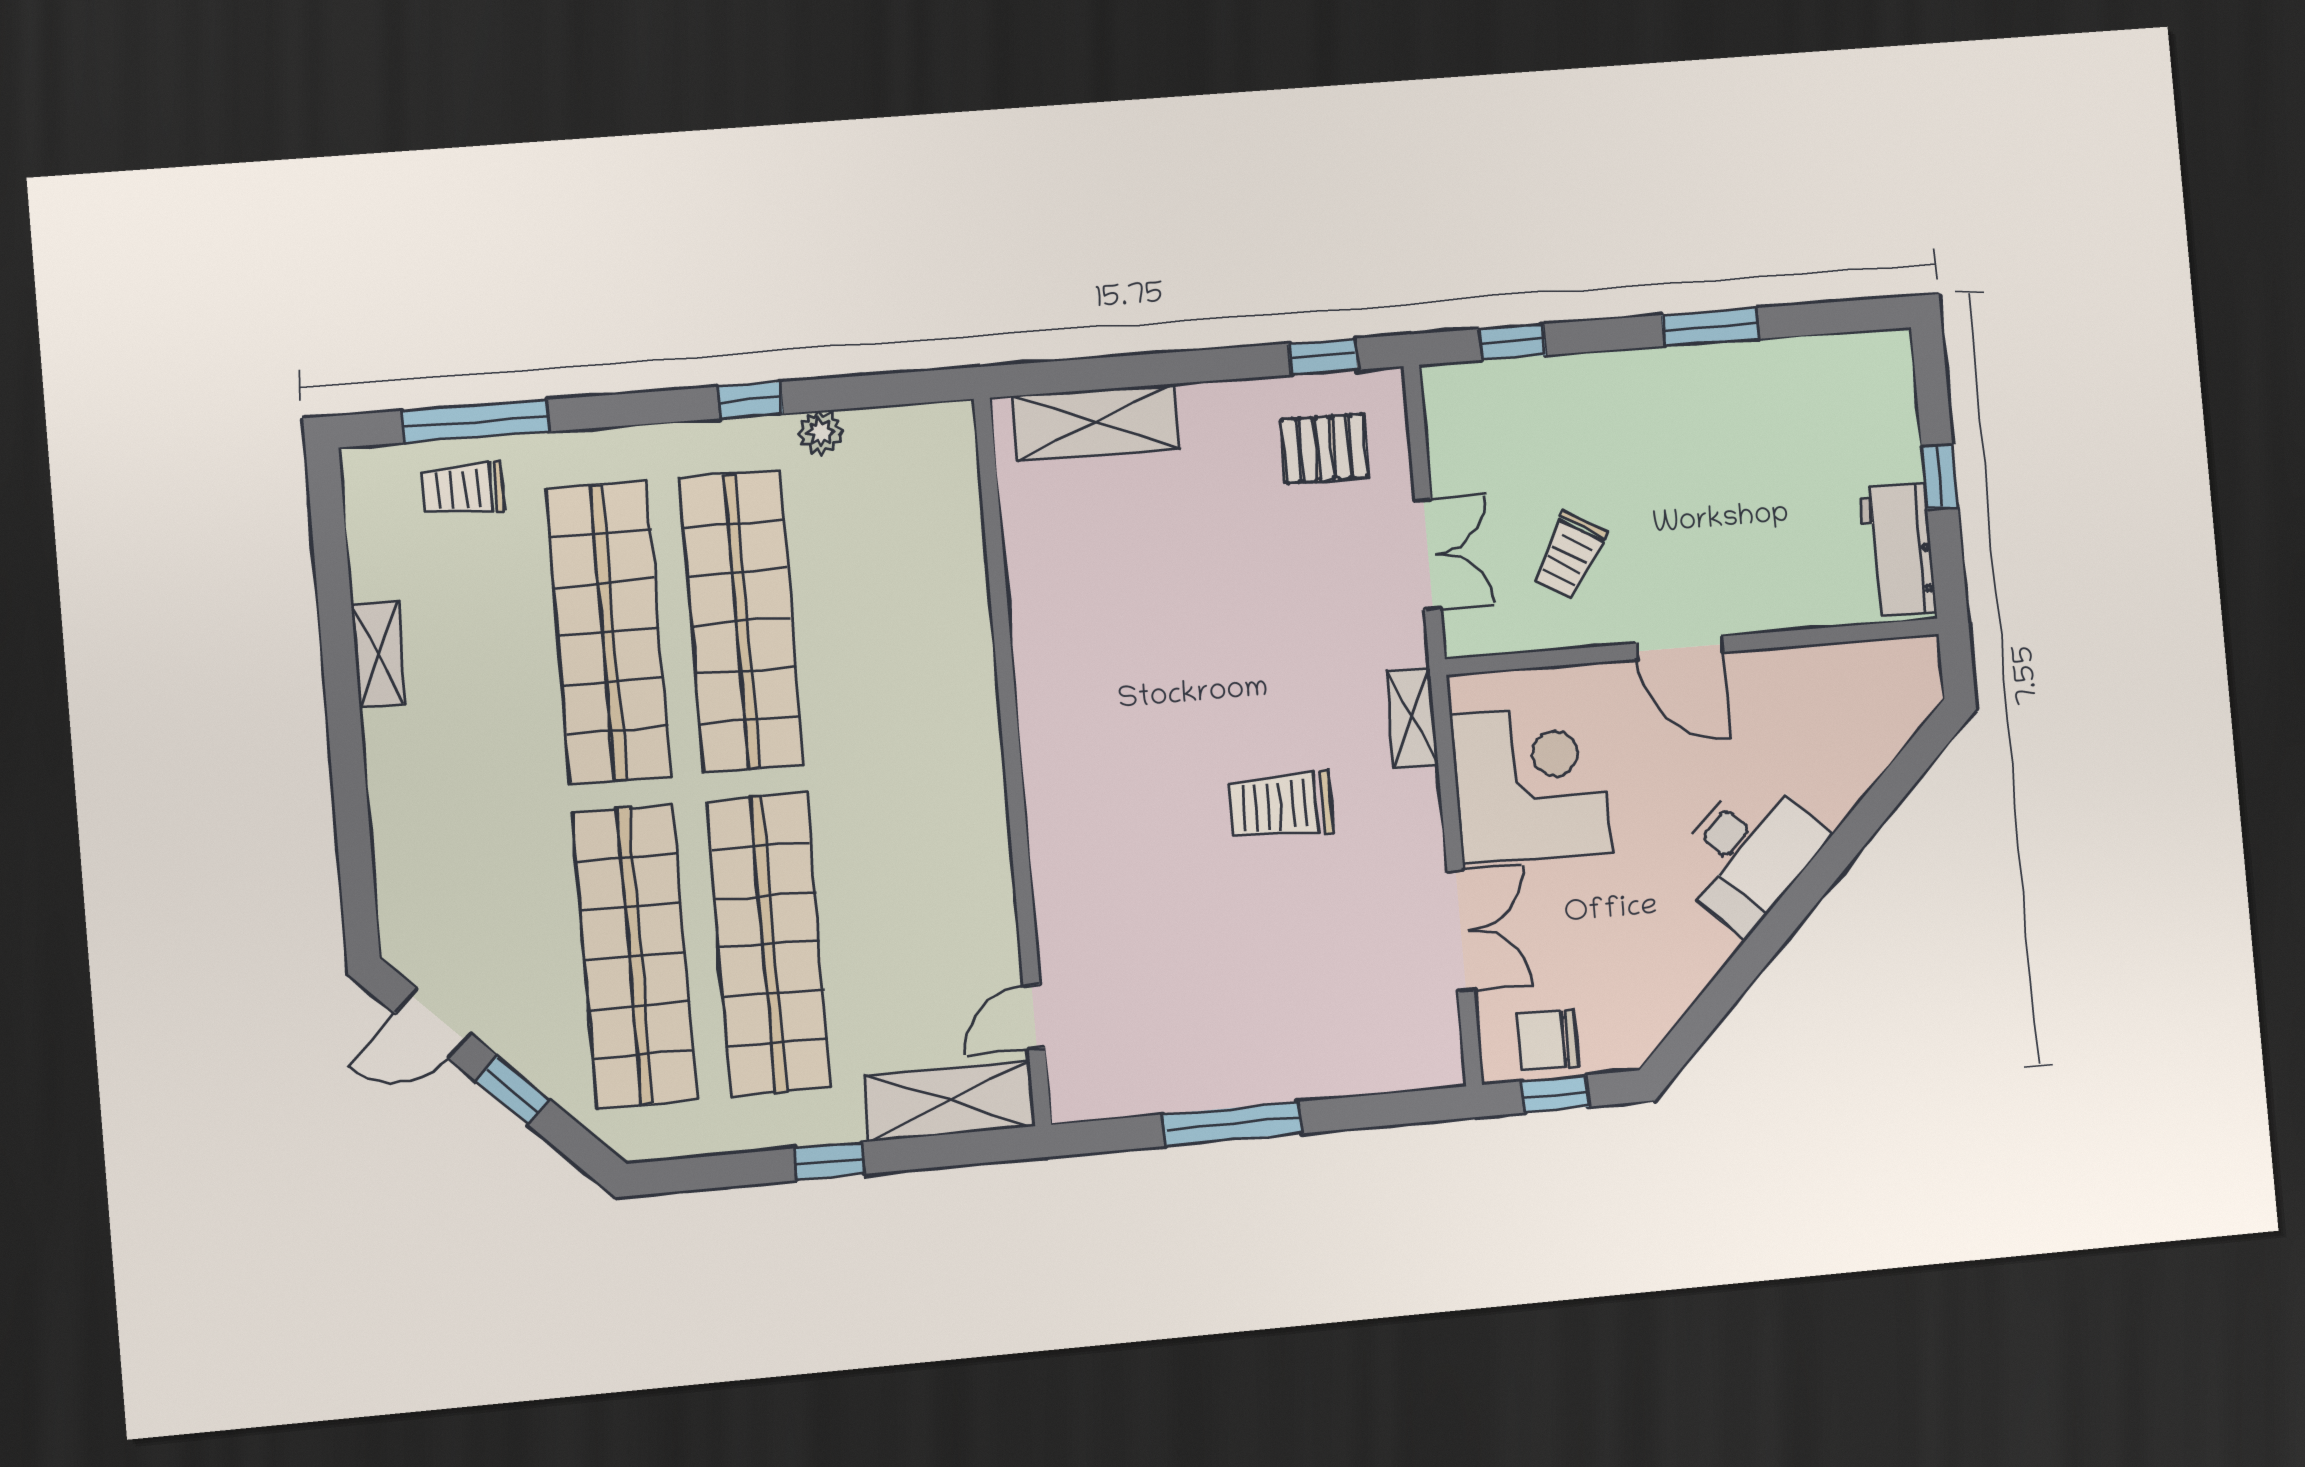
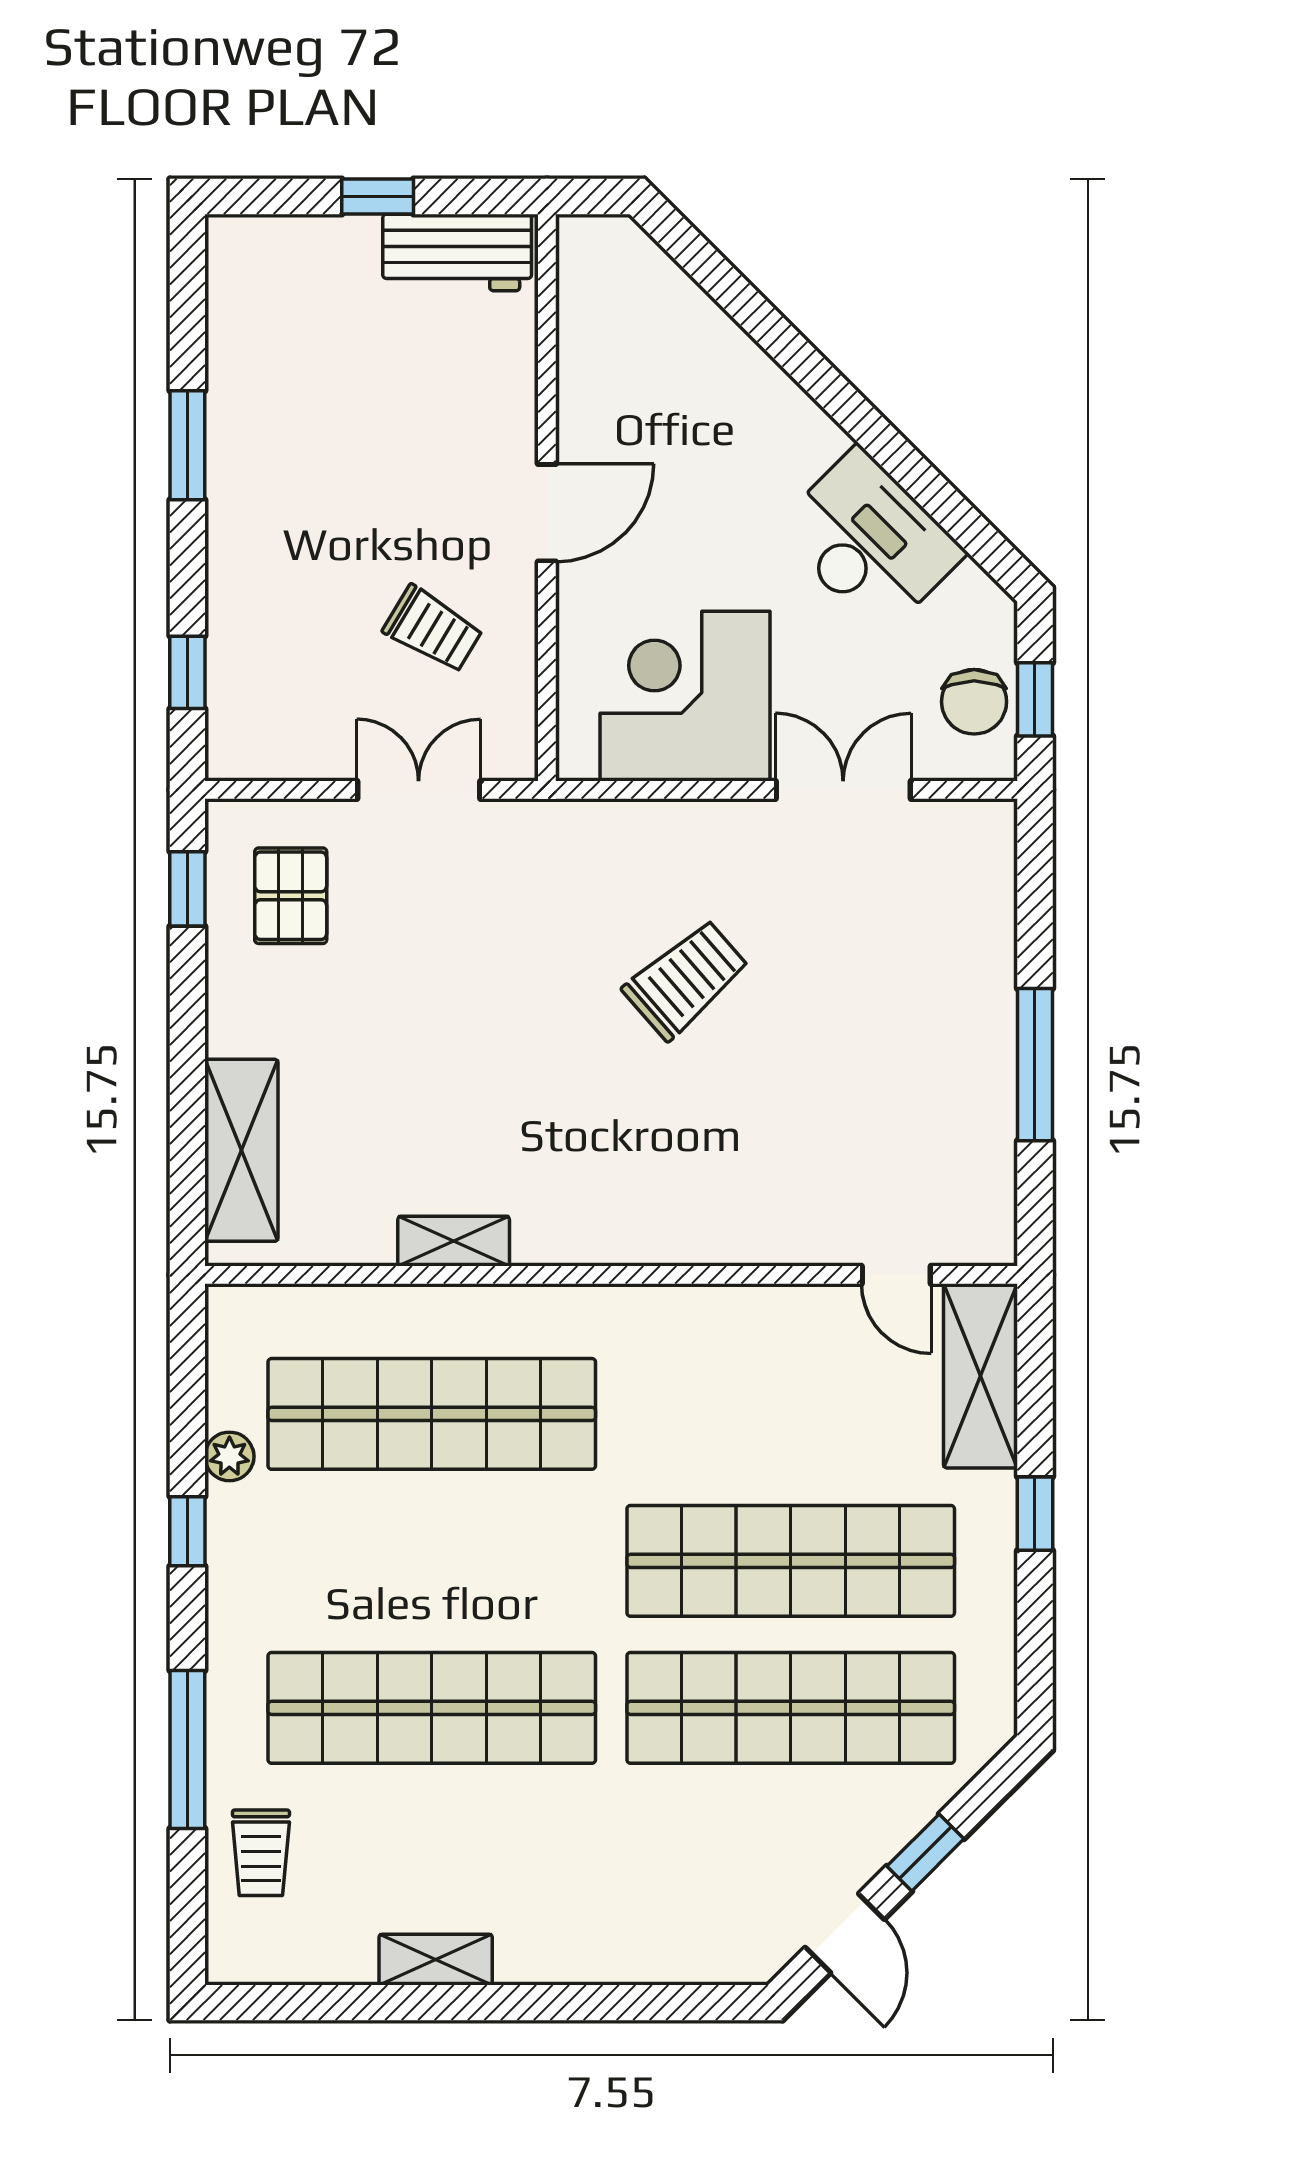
window: (476, 421) -> (187, 1749), moved
shop shelf: (742, 621) -> (432, 1414), moved
shelving: (1412, 718) -> (454, 1241), moved
trolley: (1281, 805) -> (686, 979), turned -131
desk: (1748, 852) -> (870, 541), moved

